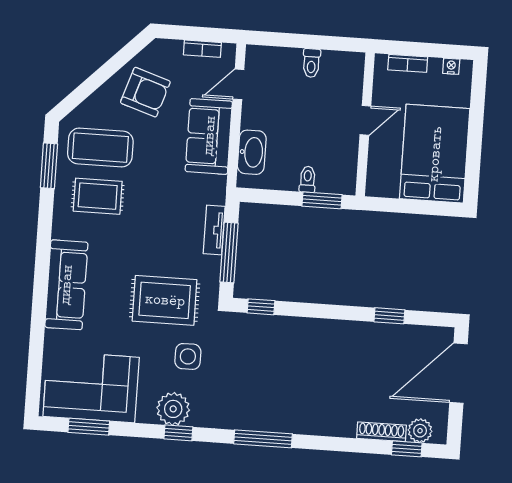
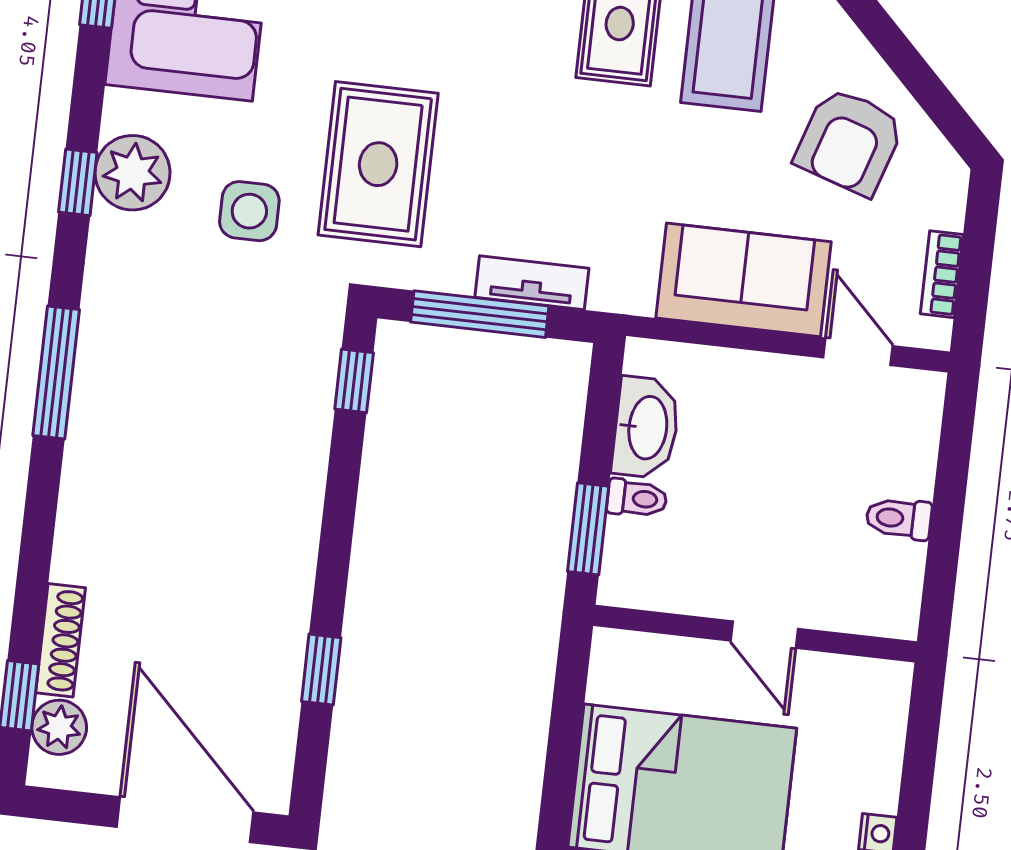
bookcase: (408, 63) -> (889, 736), removed
washbasin: (252, 152) -> (646, 427), moved, turned -90

